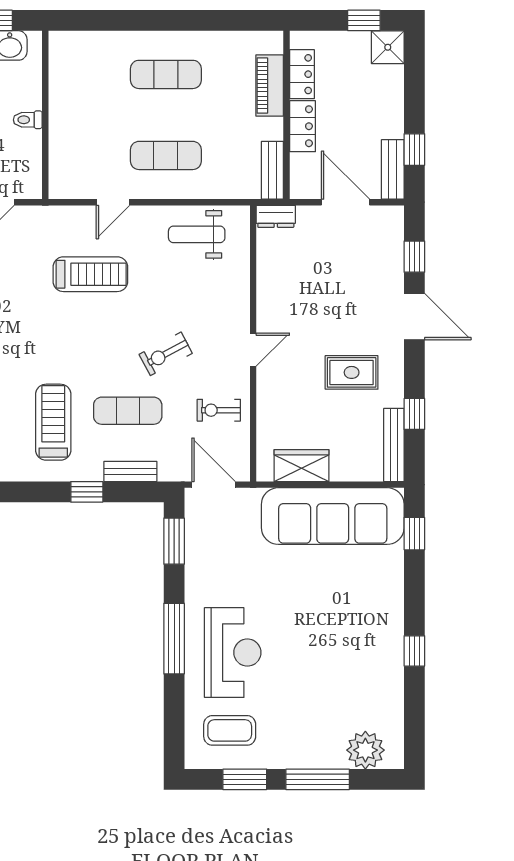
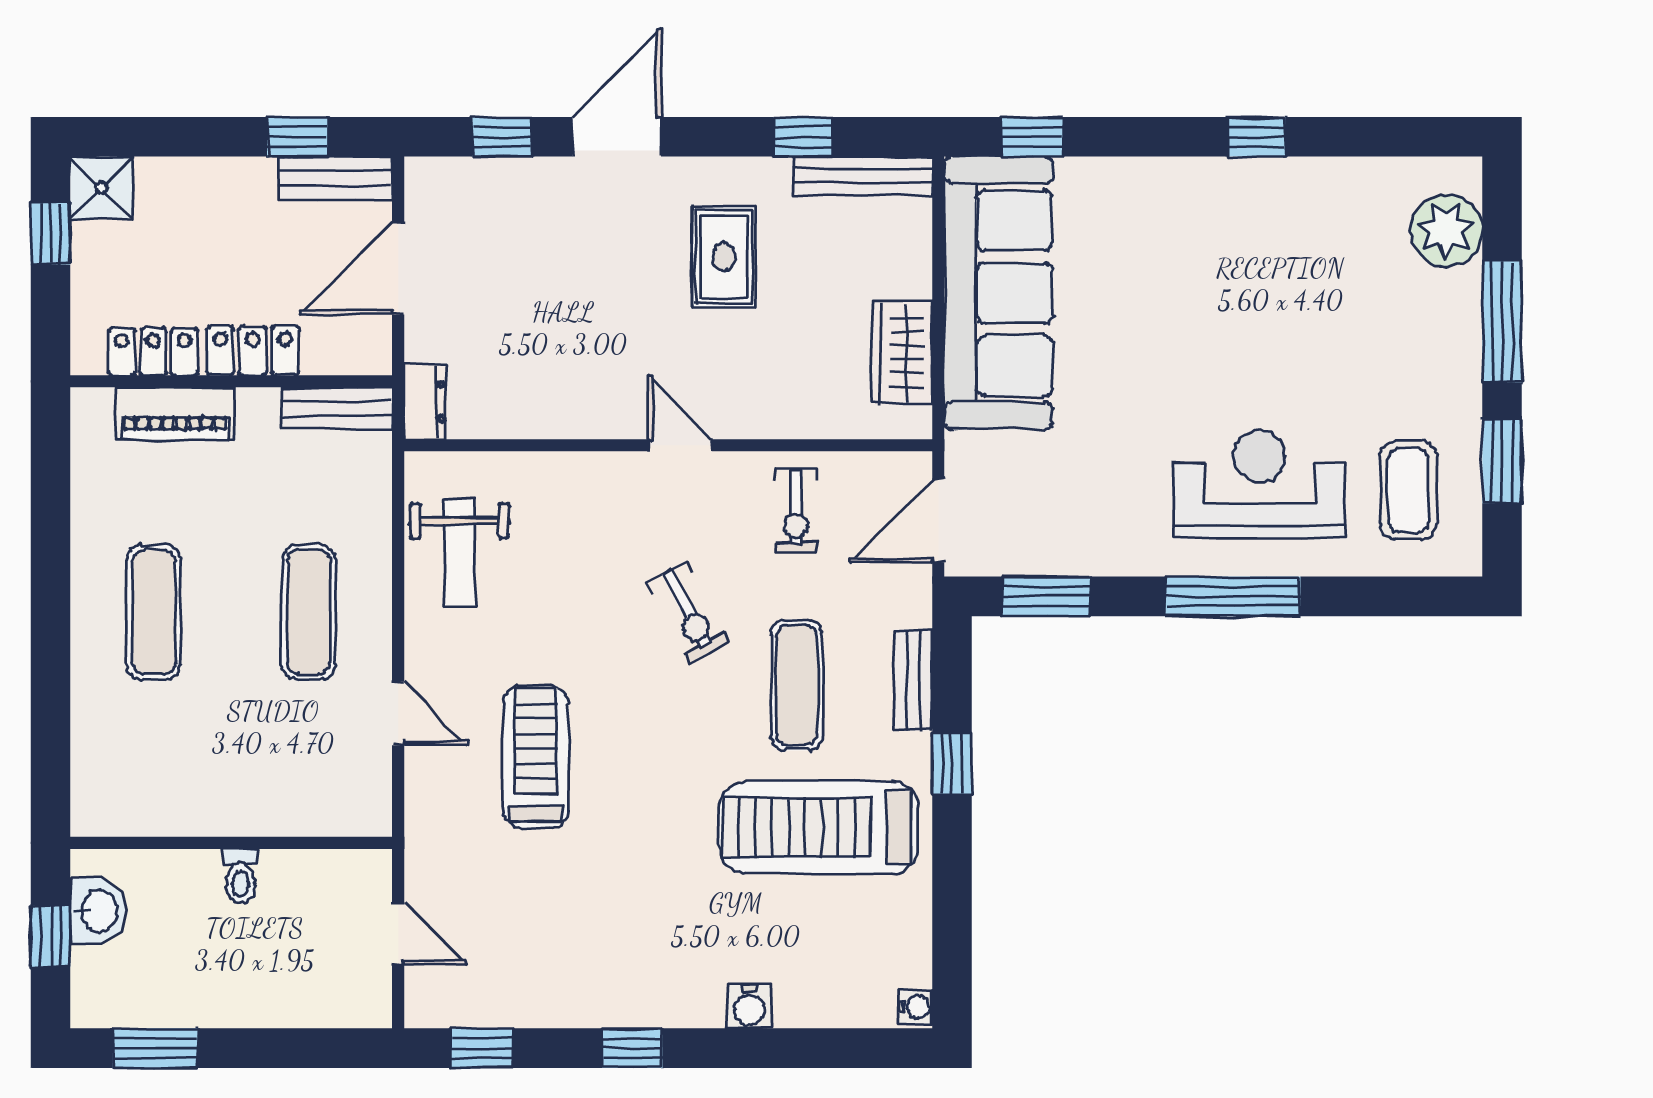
treadmill: (53, 422) -> (819, 827), width x1.37, depth x1.38

